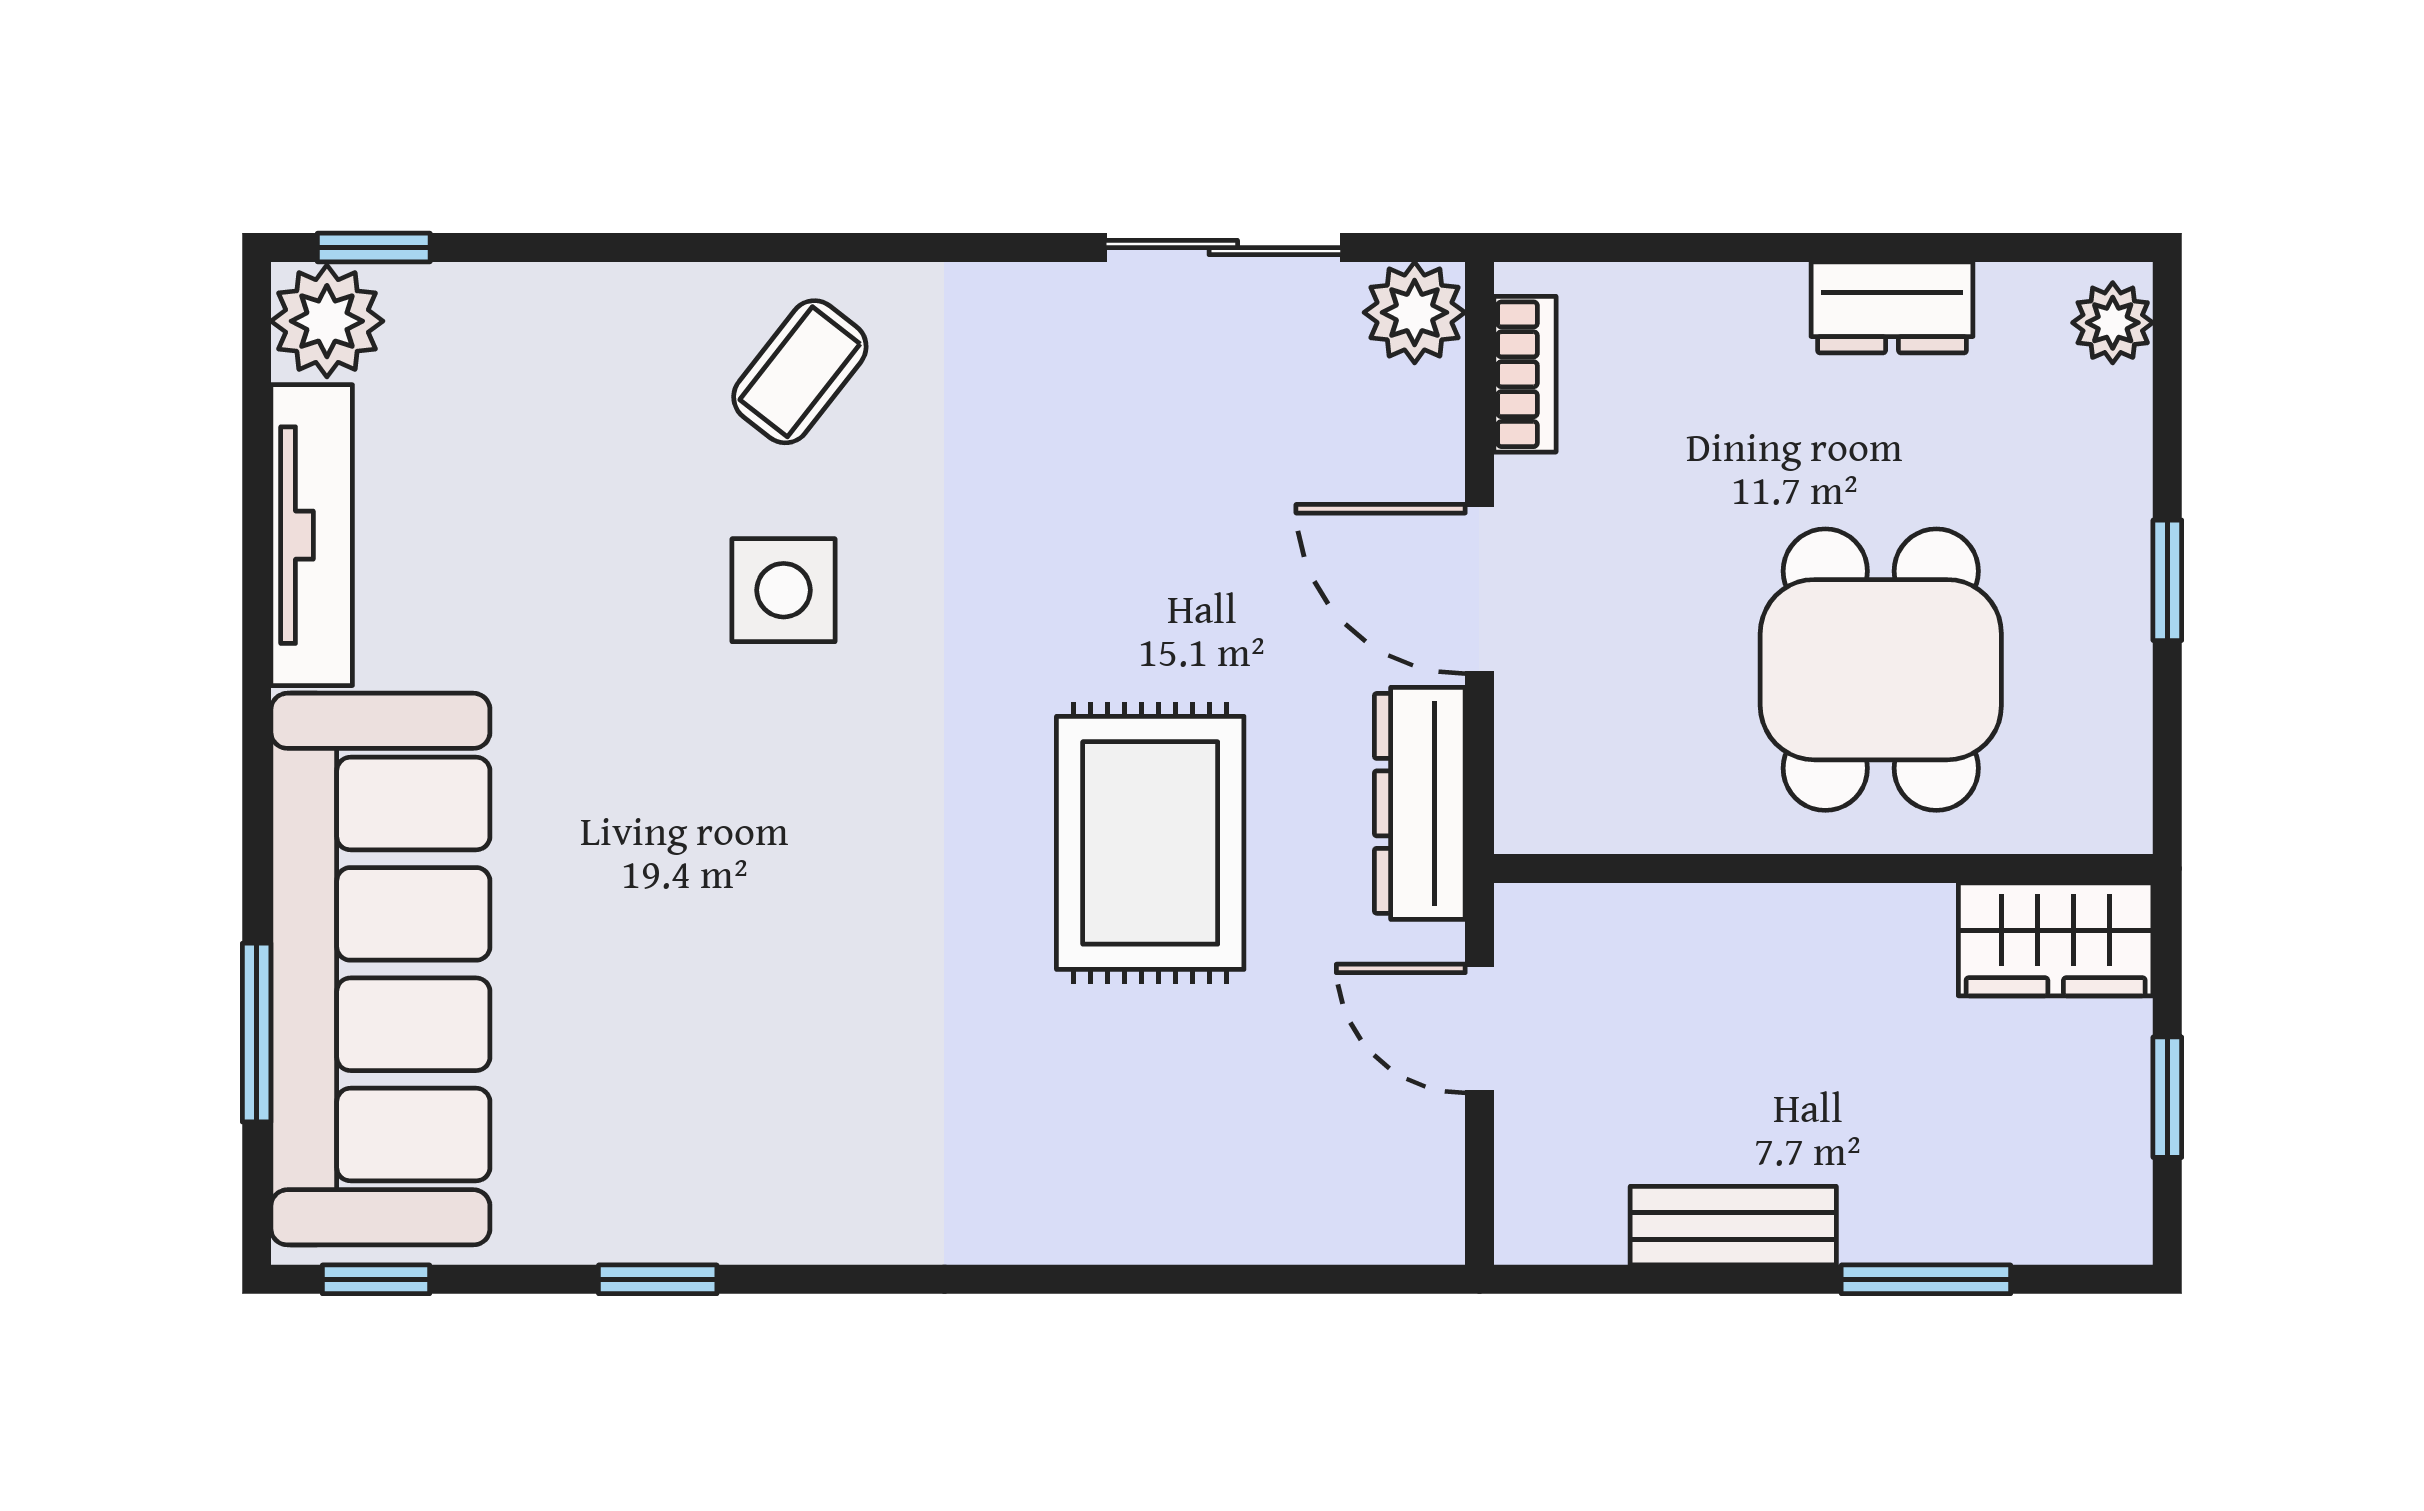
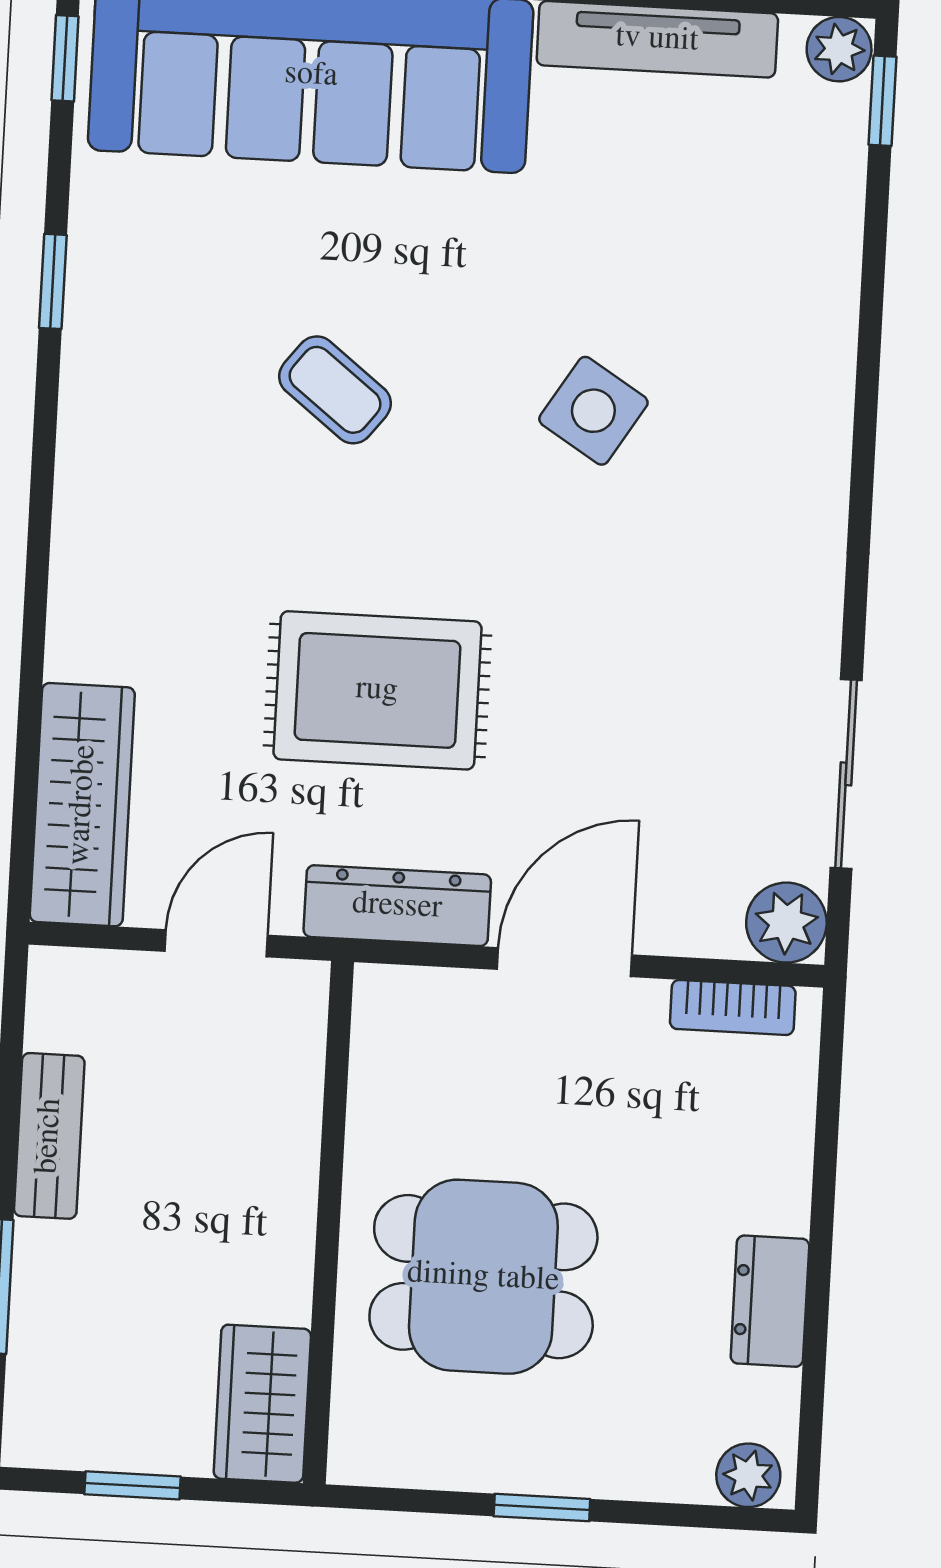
plant: (327, 321) -> (839, 49), width x0.73, depth x0.73
coffee table: (800, 372) -> (335, 390), moved
side table: (784, 590) -> (593, 411), turned 32
wardrobe: (1314, 1207) -> (82, 805), added

